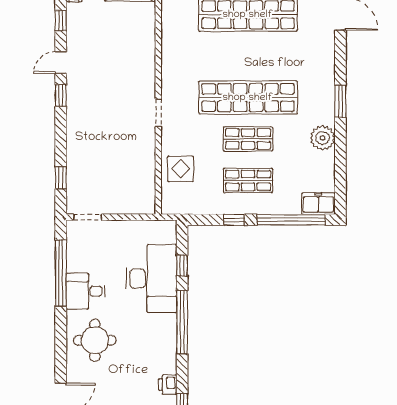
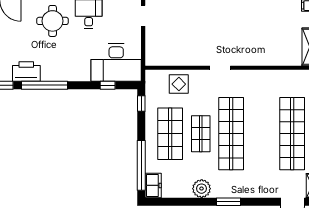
shop shelf: (248, 180) -> (170, 134), width x1.43, depth x1.36
window: (234, 220) -> (141, 103), moved
desk: (151, 278) -> (116, 62), moved
window: (182, 322) -> (45, 85), moved
printer: (168, 385) -> (26, 71), width x1.87, depth x1.48

